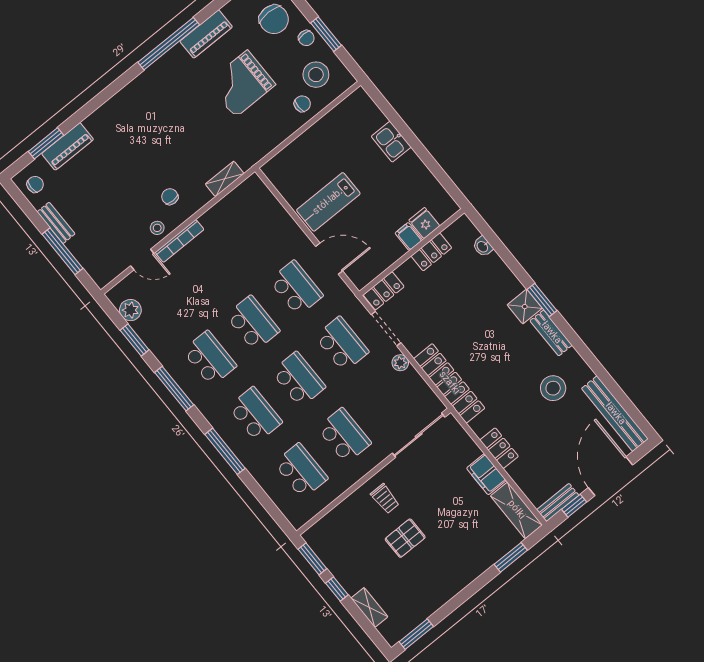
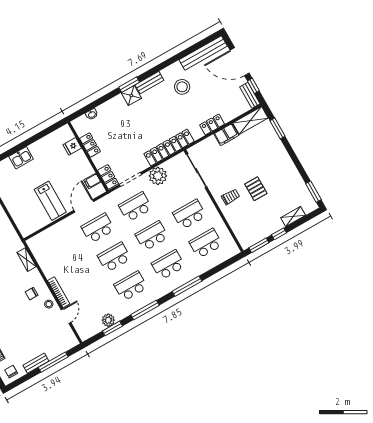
filing cabinet: (409, 236) -> (92, 181), moved
plant: (130, 310) -> (108, 320), moved
plant: (400, 363) -> (158, 176), width x1.87, depth x1.87

